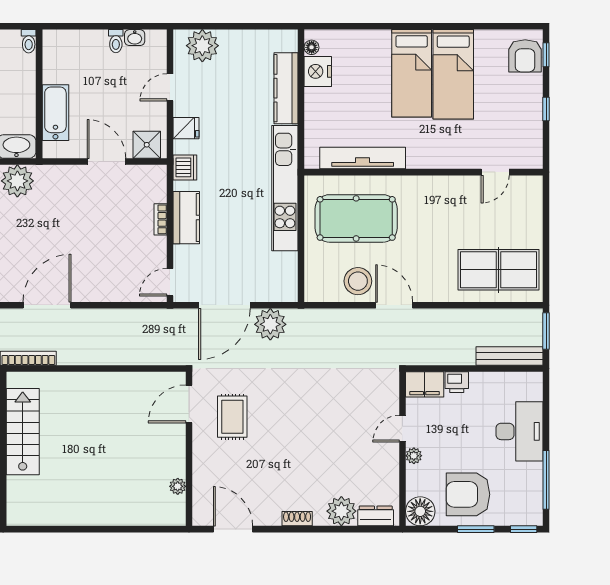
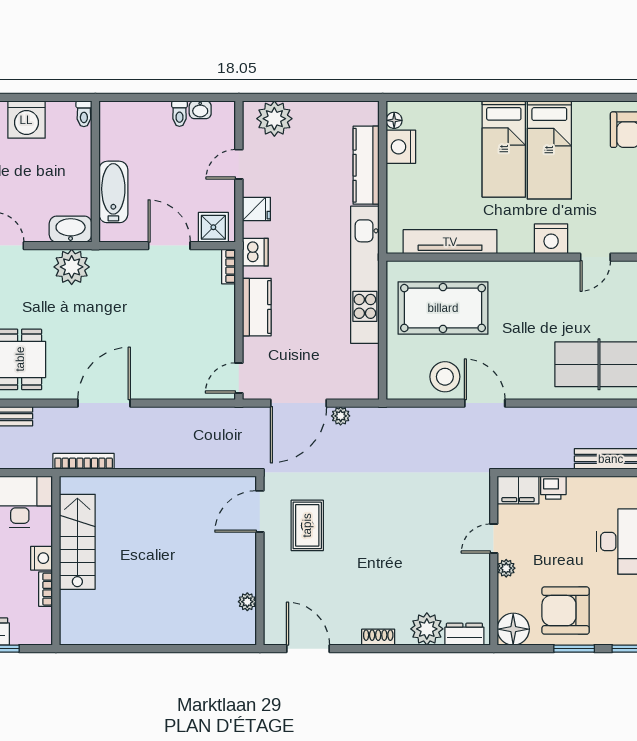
nightstand: (455, 155) -> (551, 239), added
bookcase: (161, 219) -> (229, 266), moved
plant: (270, 324) -> (341, 416), width x0.53, depth x0.53

